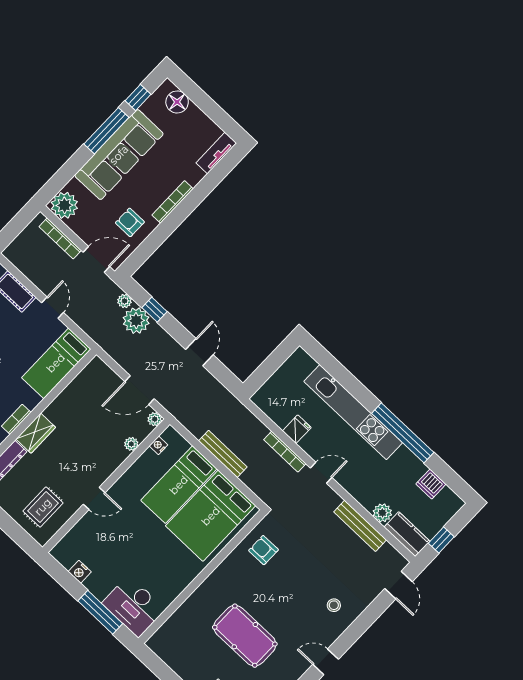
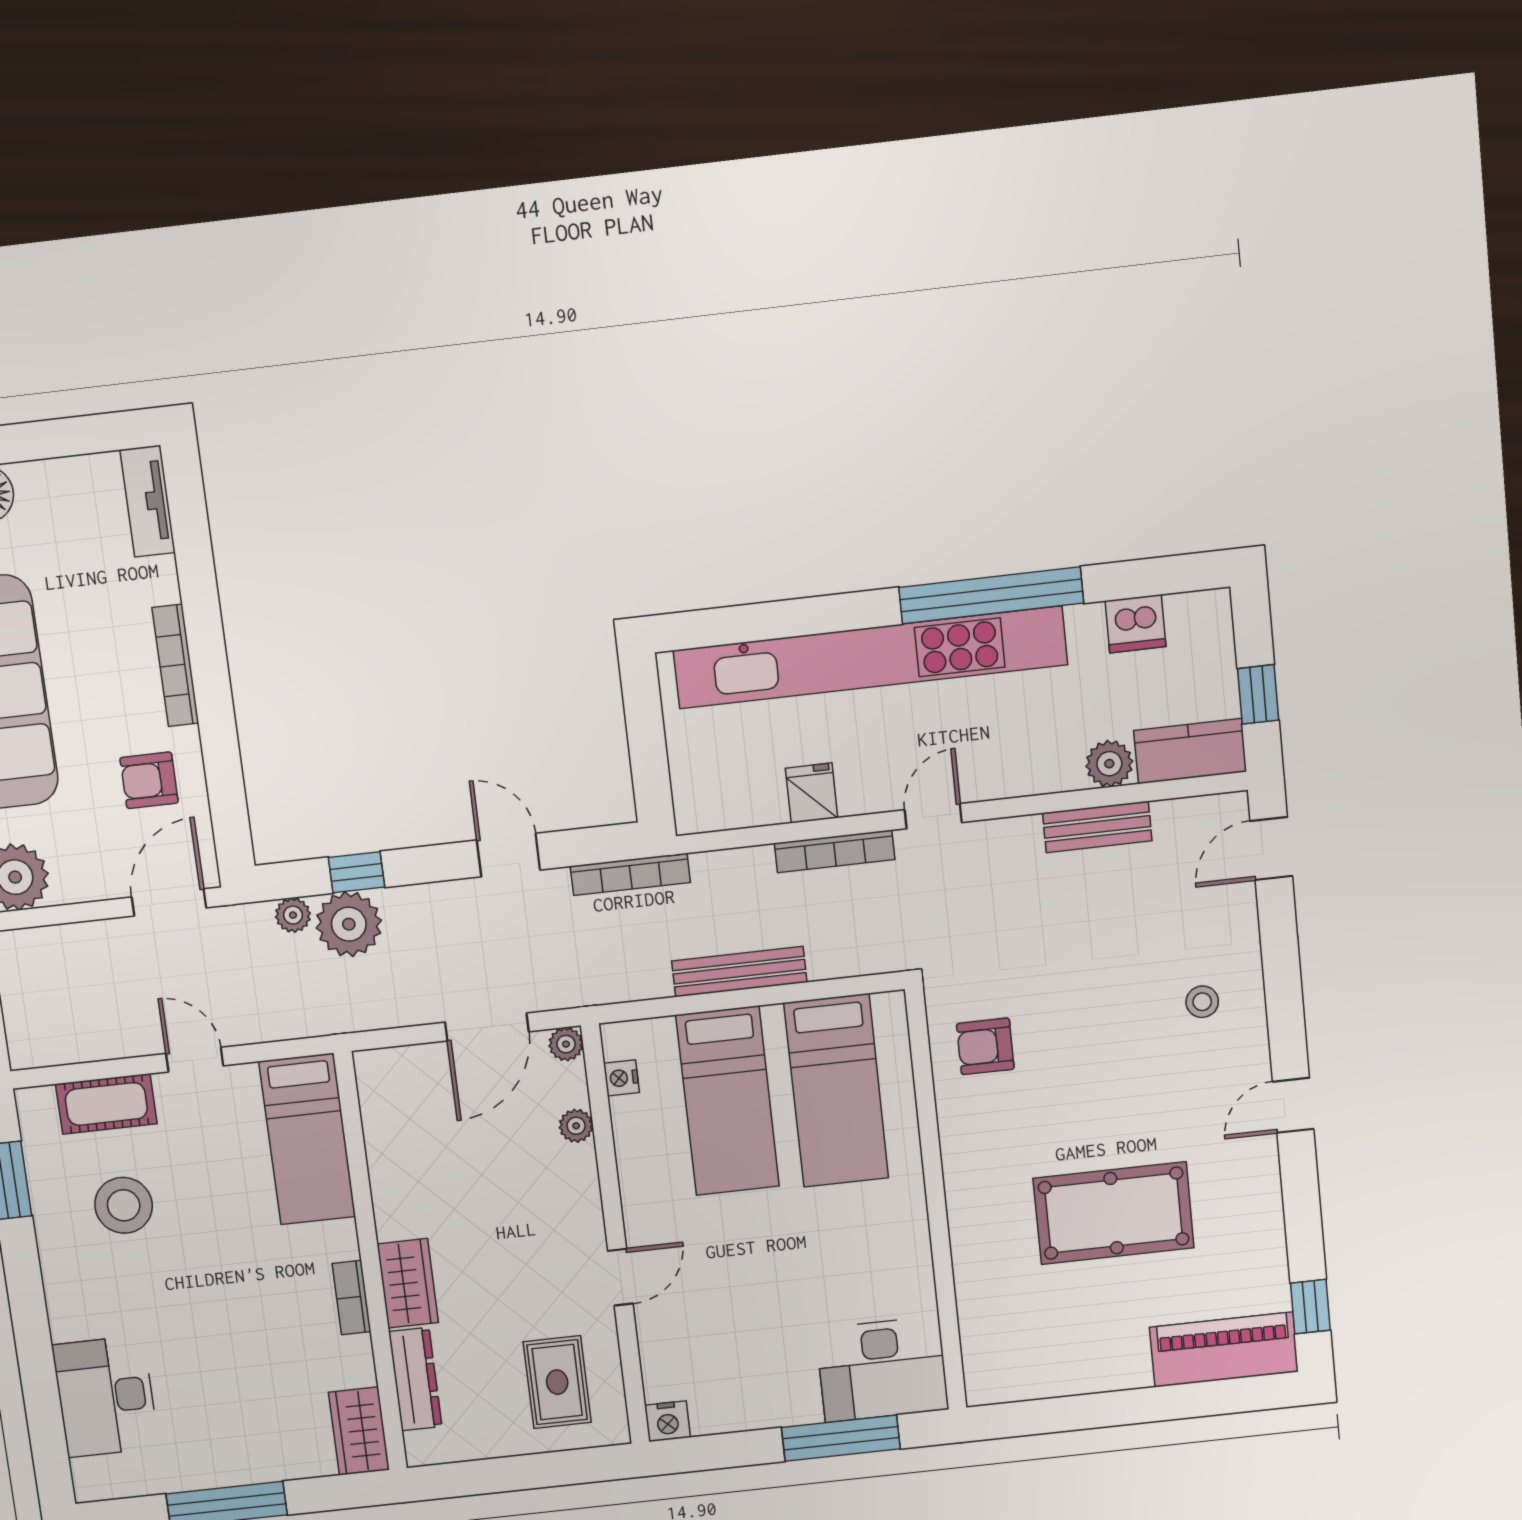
bookcase: (60, 238) -> (630, 874), moved
kitchen unit: (353, 412) -> (870, 657), width x1.36
bed: (211, 516) -> (836, 1091), width x0.67
bench: (360, 526) -> (1097, 827), width x0.73
nightstand: (80, 572) -> (668, 1421), moved
door: (398, 585) -> (1271, 849), swing flipped

